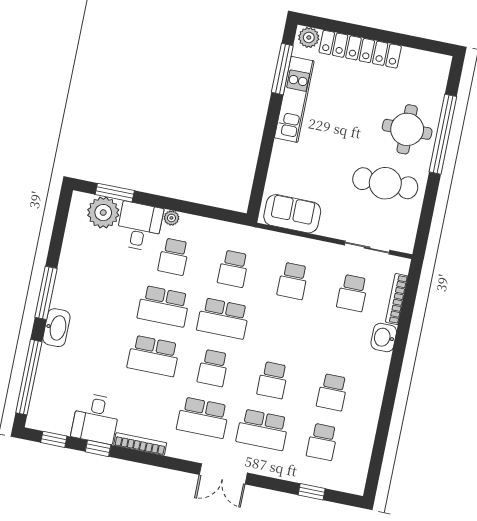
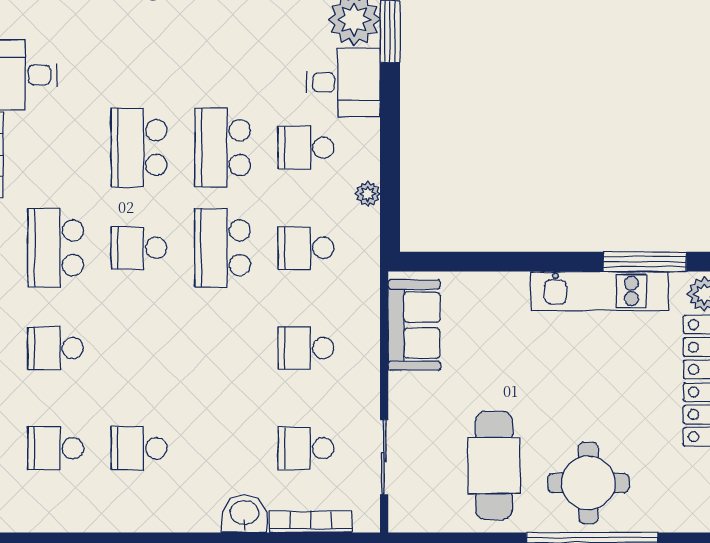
plant: (171, 218) -> (368, 194), moved
school desk: (273, 380) -> (139, 348), removed
school desk: (262, 430) -> (56, 348), width x0.54

